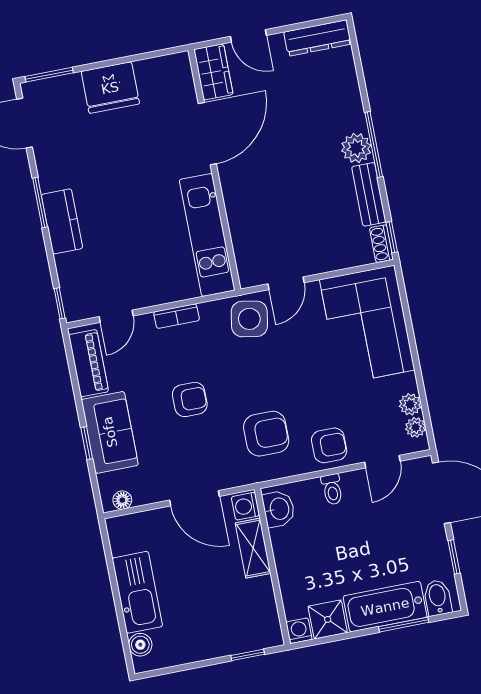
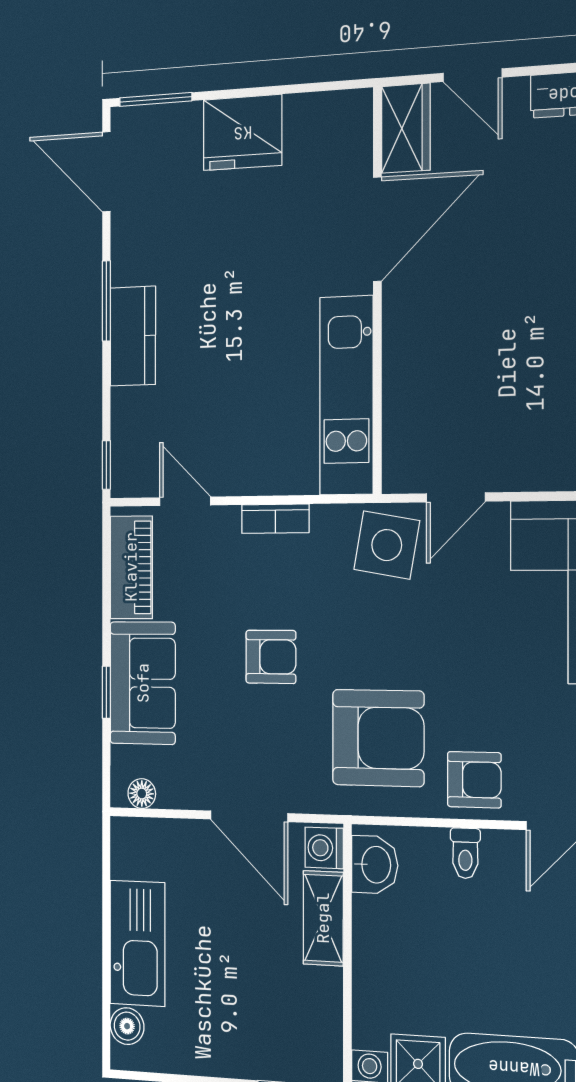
door: (116, 316) -> (185, 501), swing flipped
armchair: (266, 434) -> (378, 738), width x1.36, depth x1.36

